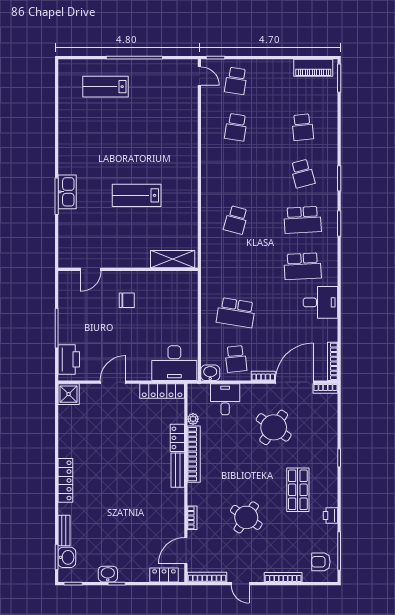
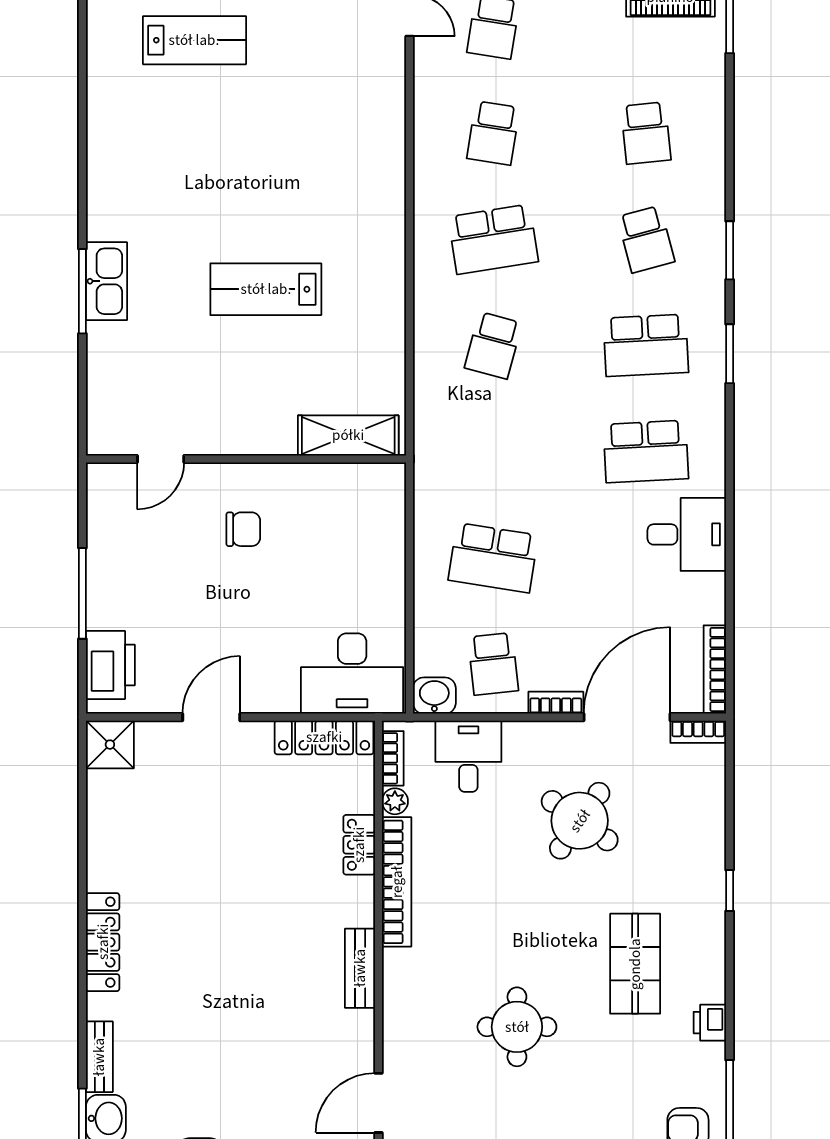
lab bench: (106, 87) -> (194, 40), turned 180
school desk: (236, 174) -> (493, 239), added
bench: (178, 470) -> (360, 968), moved
round table: (246, 517) -> (517, 1027), turned -34
bookcase: (192, 518) -> (393, 758), moved

